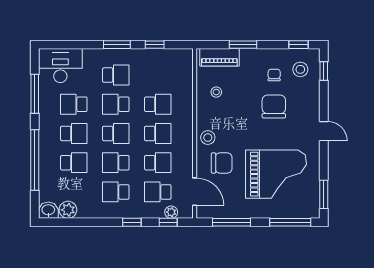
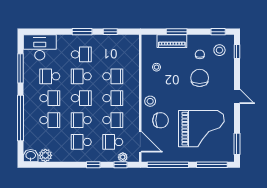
piano: (219, 57) -> (172, 41), moved
window: (232, 222) -> (168, 165), width x1.46

